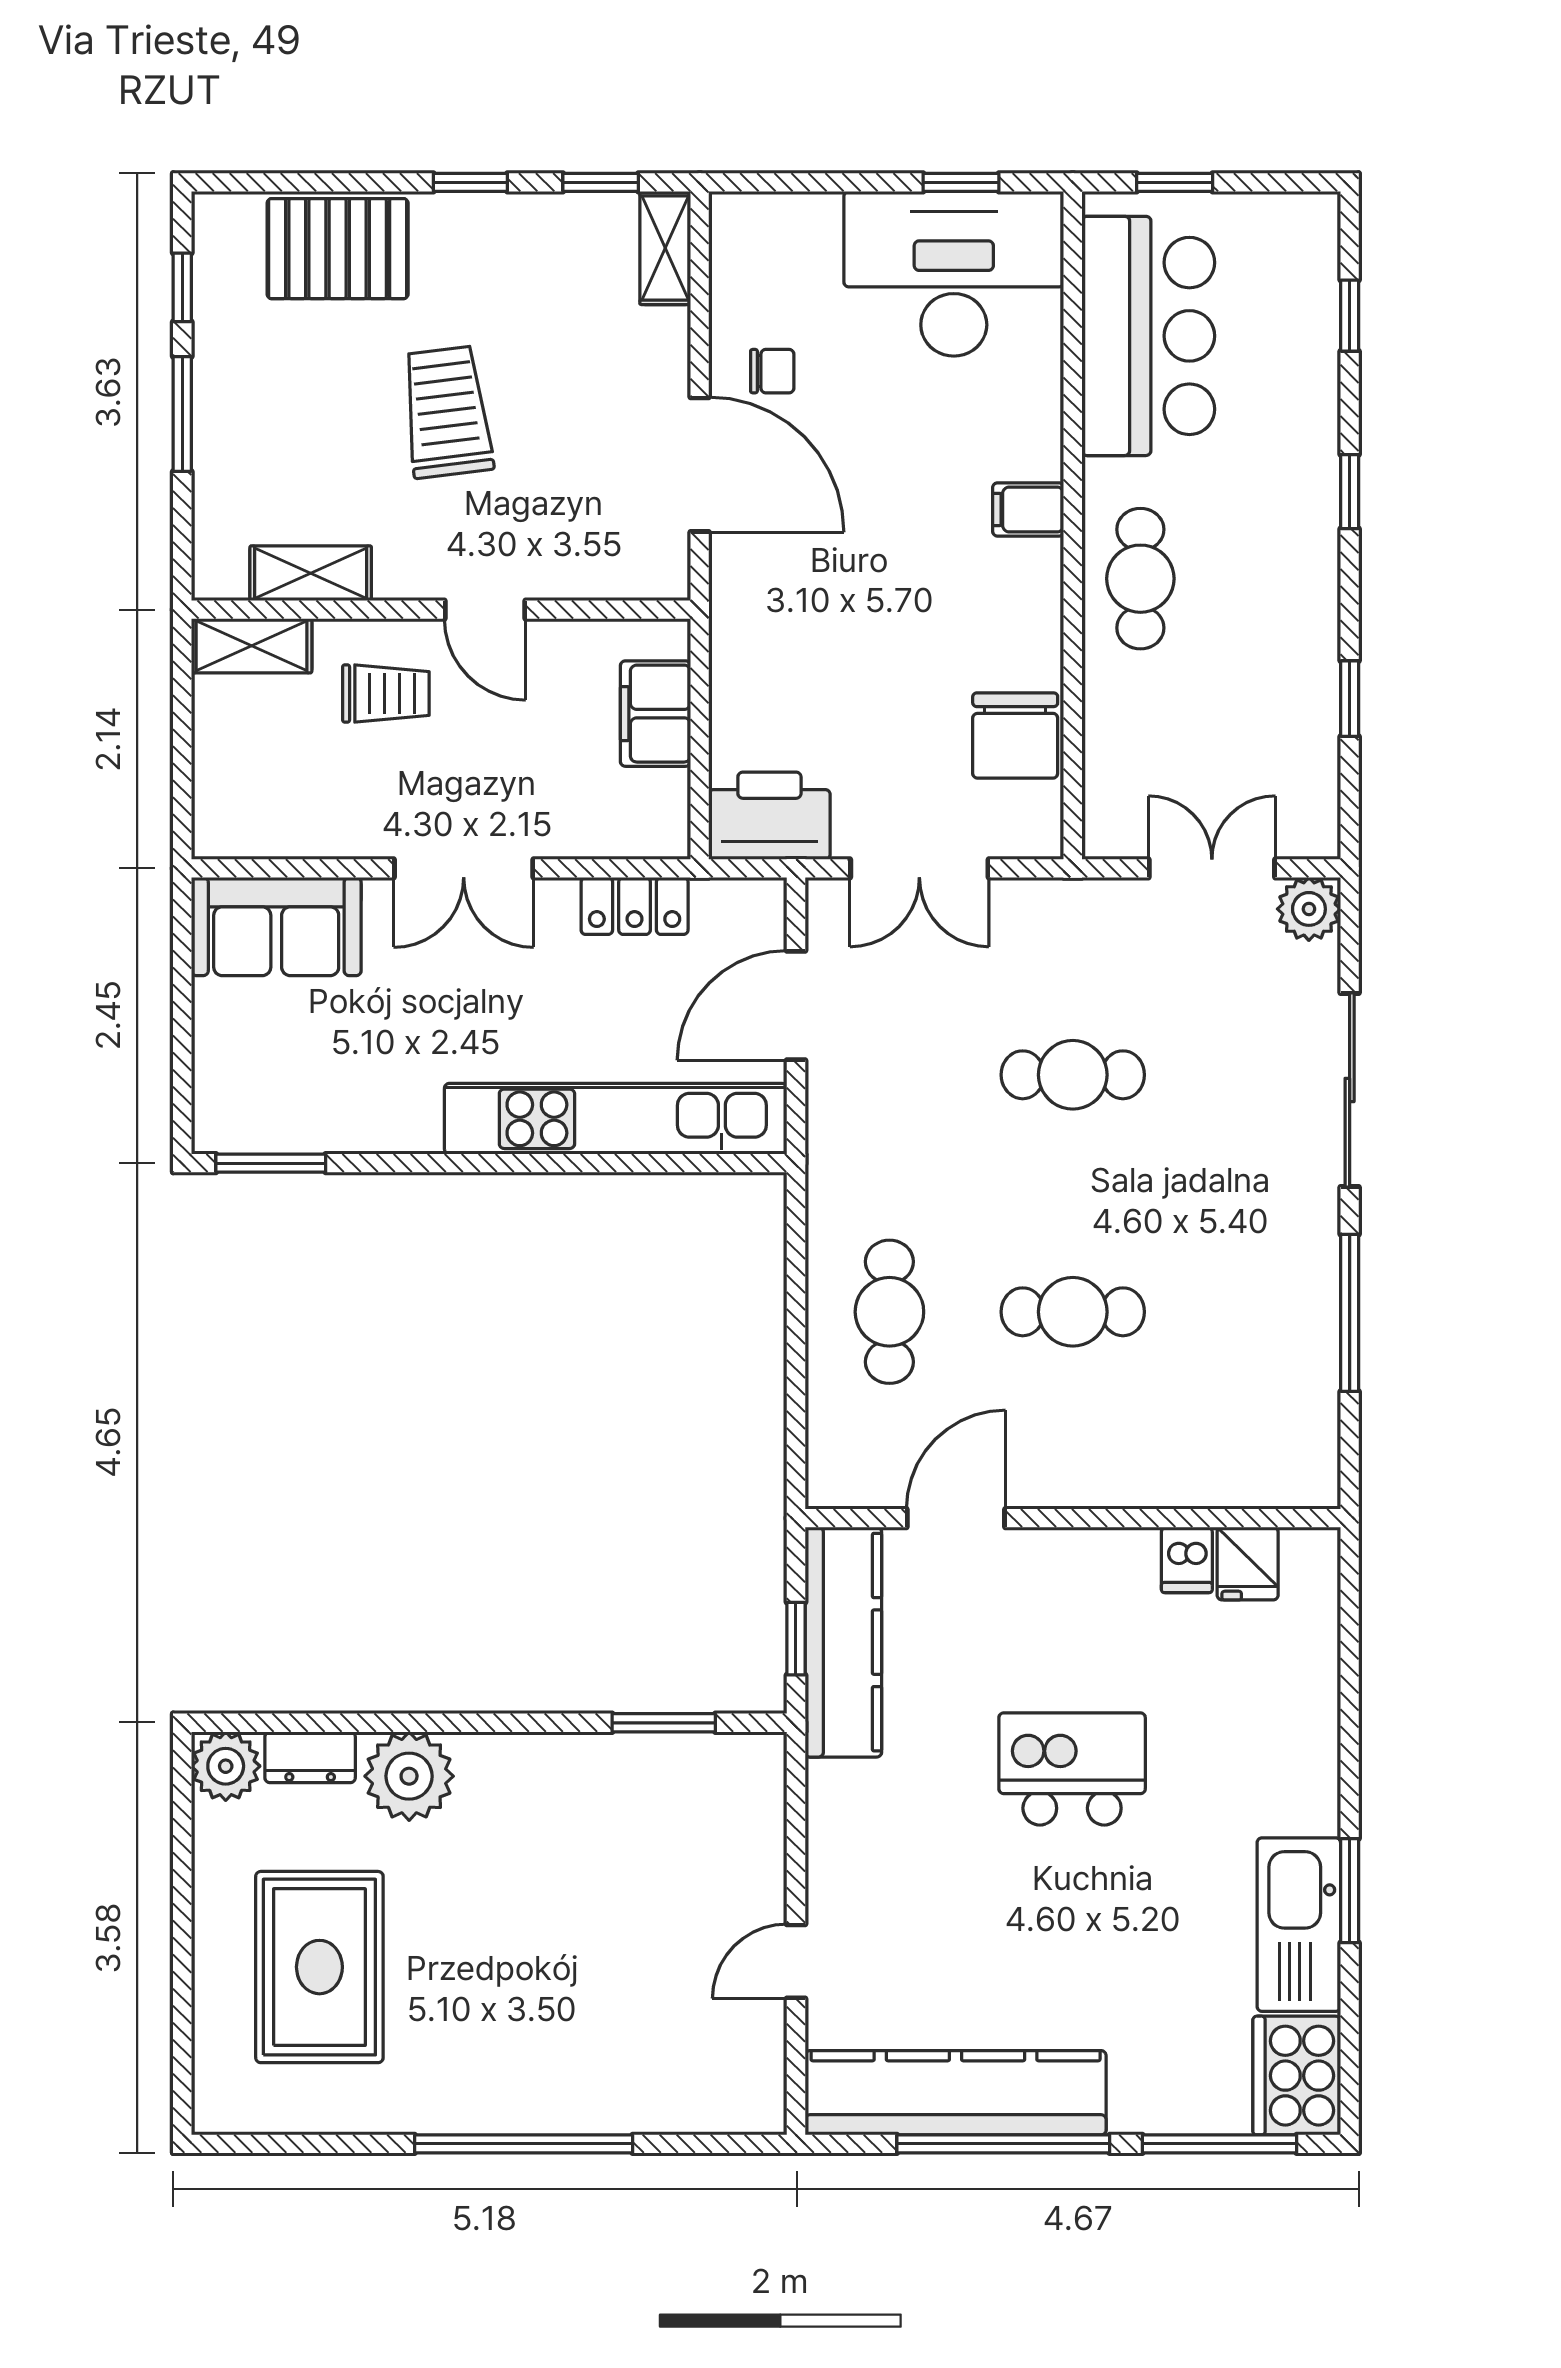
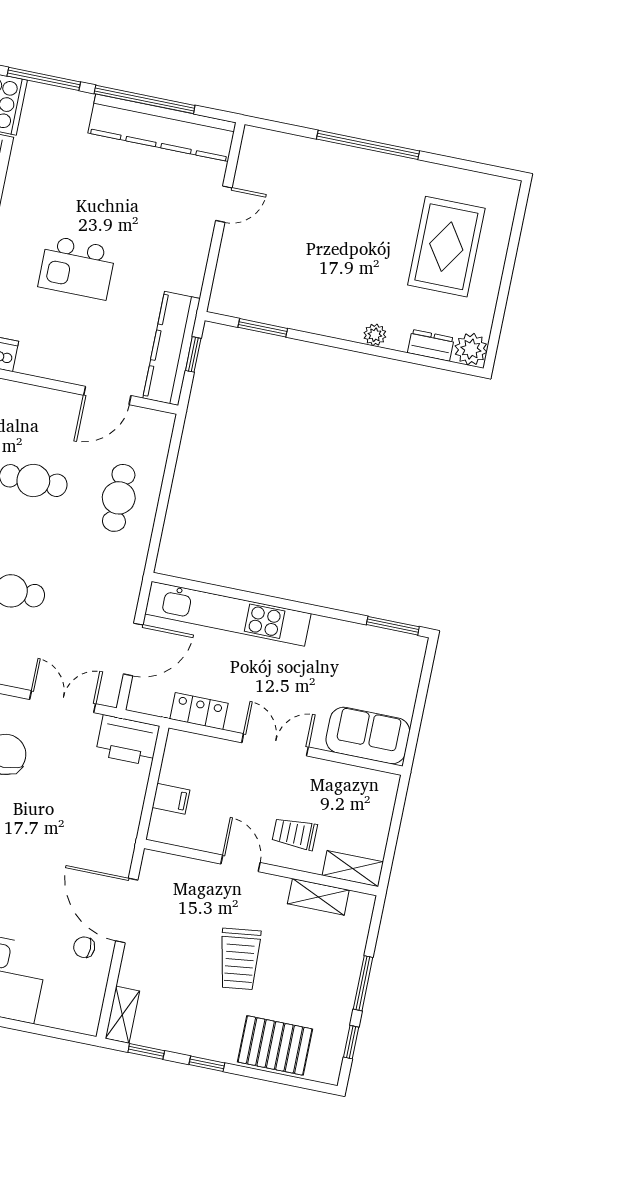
filing cabinet: (656, 714) -> (171, 799), width x0.50
plant: (409, 1776) -> (375, 335), width x0.53, depth x0.53

